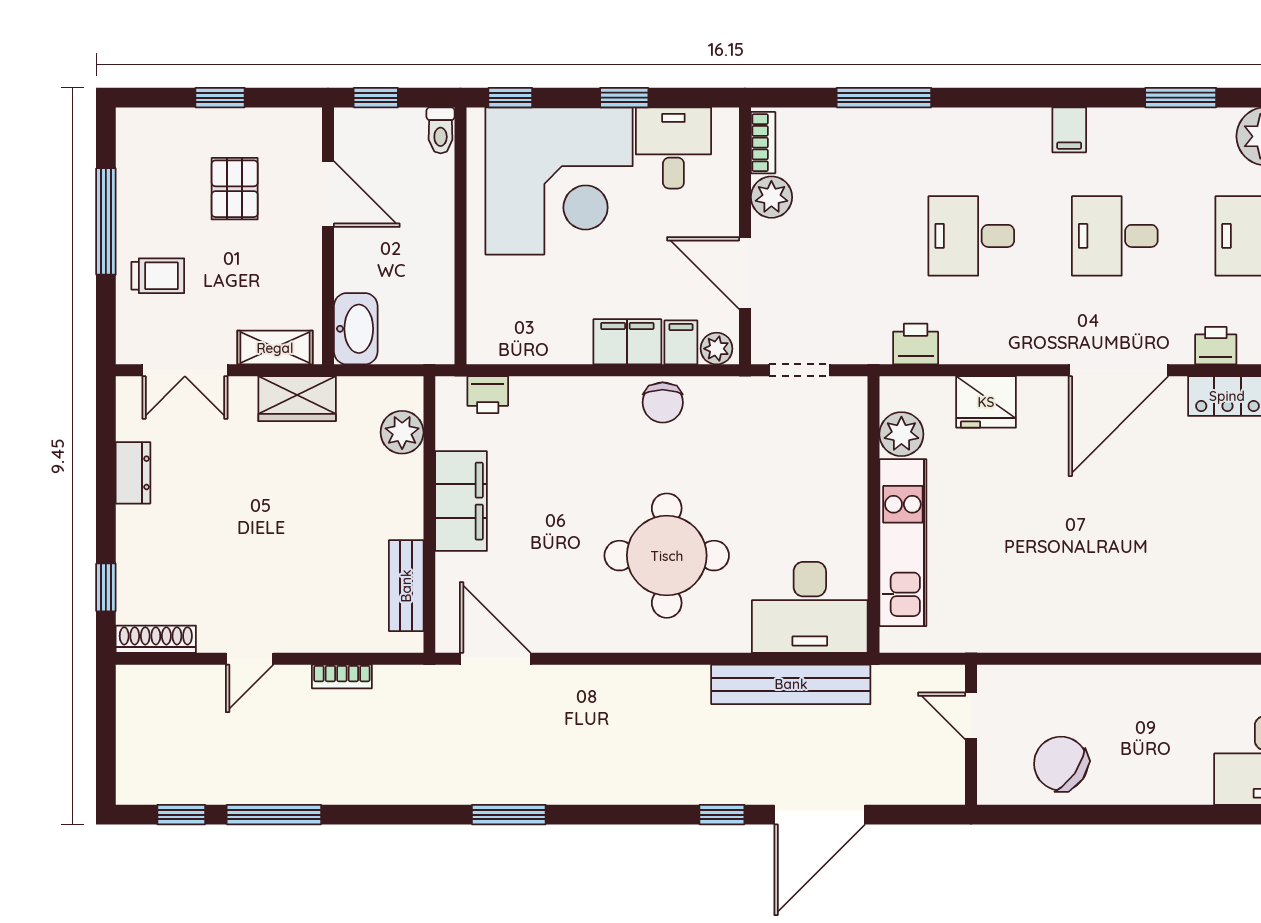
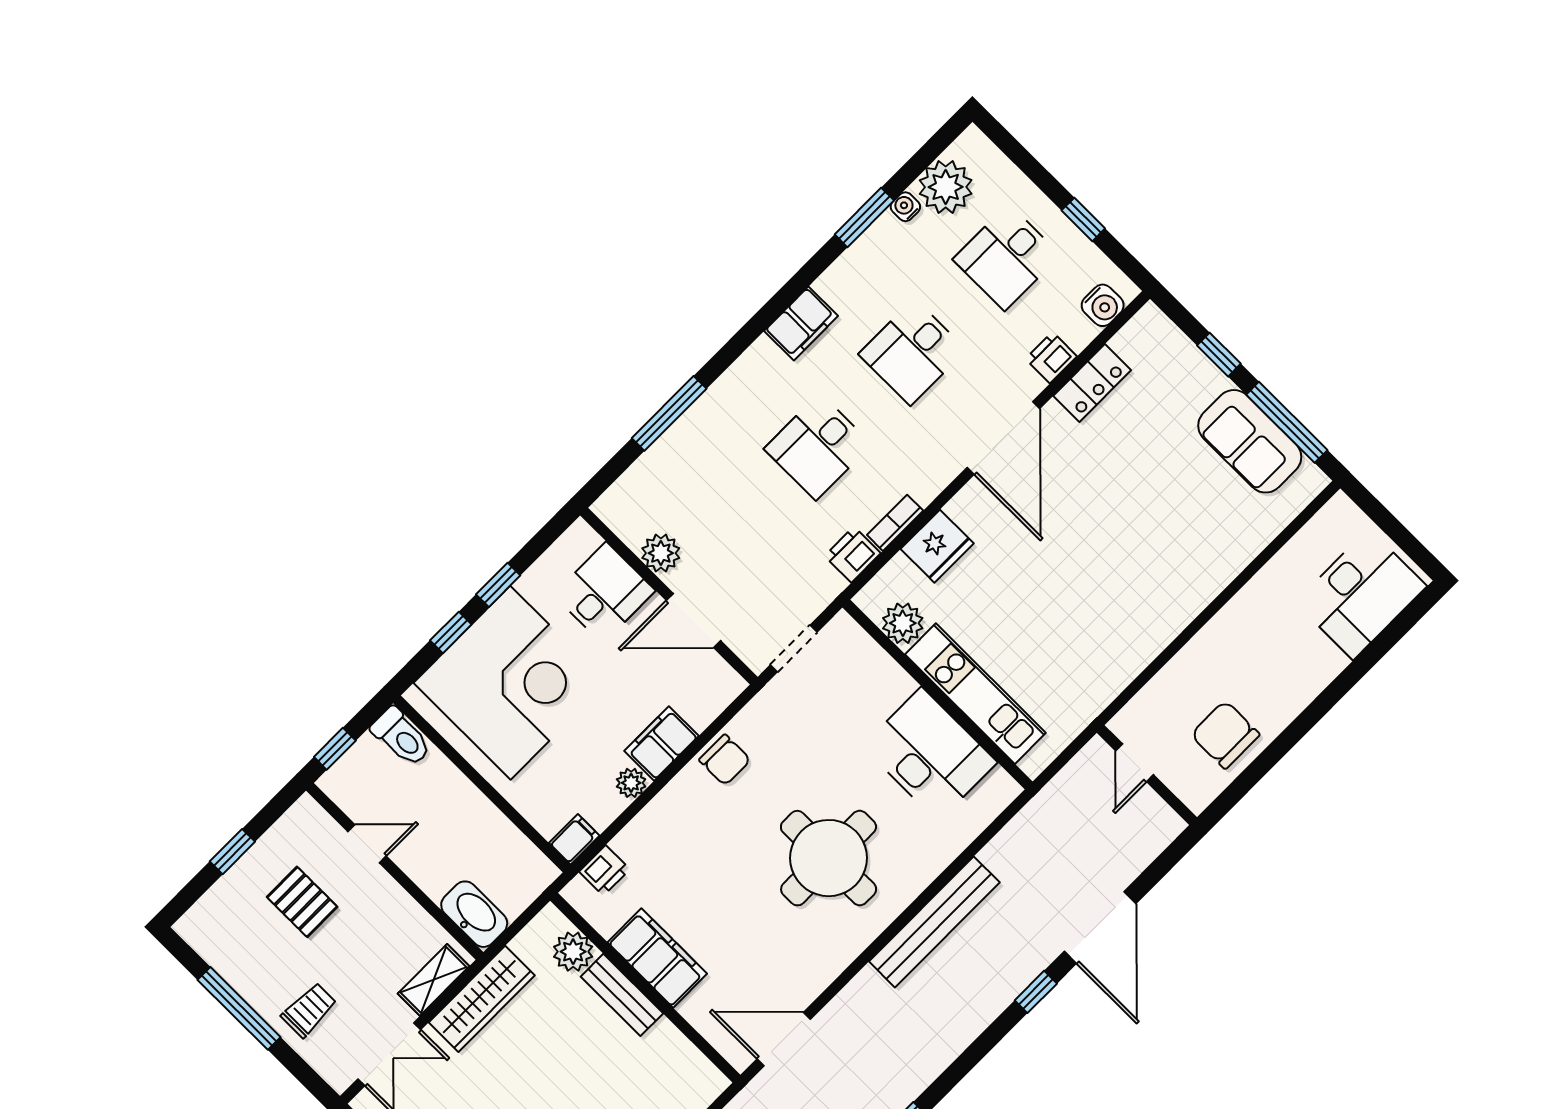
window: (510, 98) -> (451, 632), moved
water cooler: (1220, 121) -> (905, 207), added
toilet: (441, 130) -> (401, 737), width x1.37, depth x1.39
filing cabinet: (1069, 130) -> (801, 323), width x2.00
bookcase: (763, 143) -> (895, 523), moved, turned -90
desk: (673, 148) -> (604, 593), moved, turned 90
door: (328, 194) -> (367, 844), width x0.73
filing cabinet: (681, 342) -> (574, 839), moved, turned 90
plant: (717, 349) -> (631, 783), moved
wardrobe: (297, 399) -> (482, 999), width x1.50
bench: (406, 586) -> (622, 995), moved
desk: (810, 607) -> (930, 754), moved, turned -90
bench: (791, 684) -> (934, 922), moved
door: (971, 716) -> (1135, 763), hinge flipped
chair: (1061, 764) -> (1225, 735), turned 55

